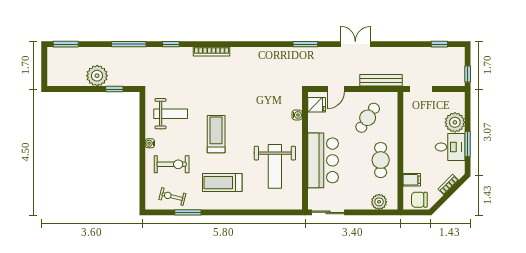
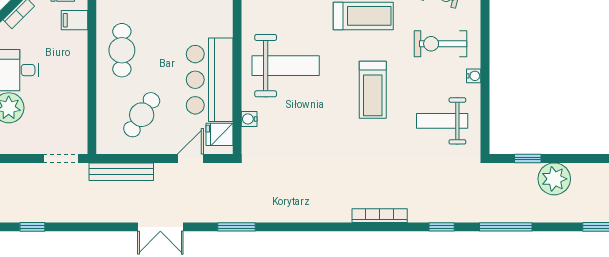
bar counter: (323, 160) -> (210, 80), moved
weight bench: (275, 166) -> (286, 66), moved, turned 90

